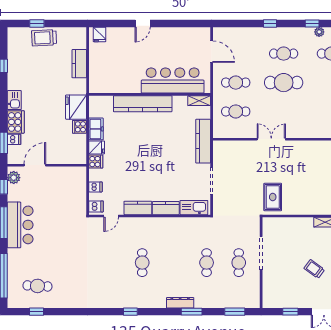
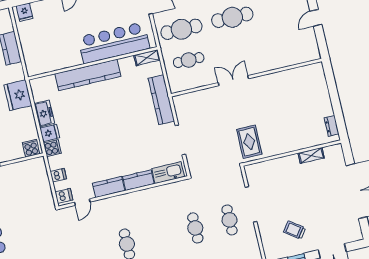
cafe table: (236, 83) -> (181, 29), width x1.37, depth x1.35
cooker: (80, 127) -> (31, 148), moved, turned 90
trolley: (314, 269) -> (295, 230), moved

